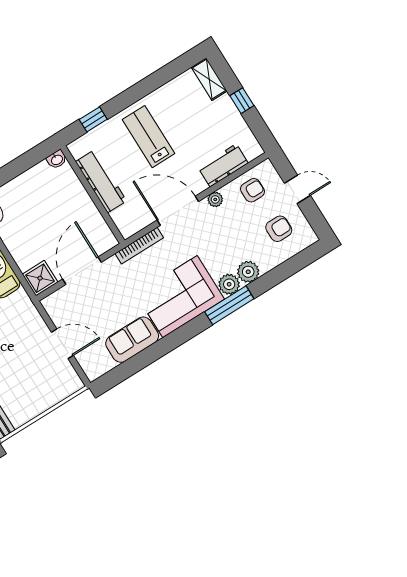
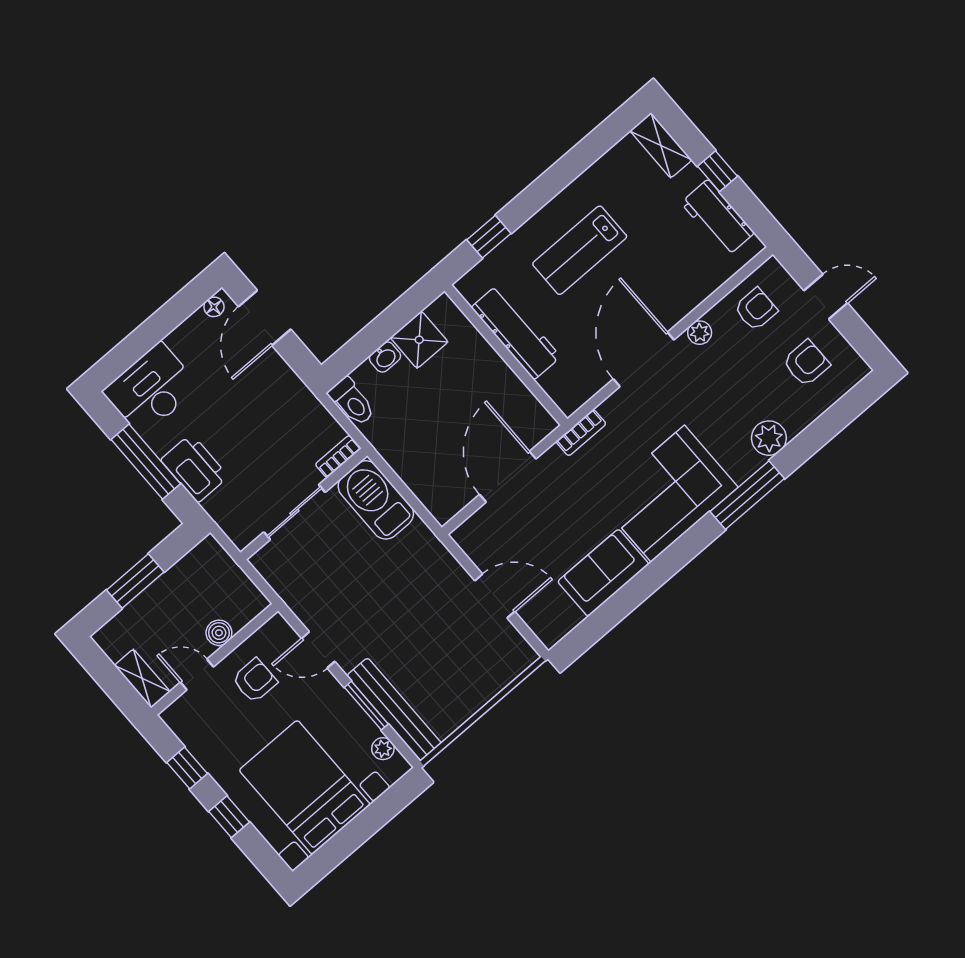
lab bench: (148, 137) -> (580, 250), turned -90
washbasin: (57, 159) -> (385, 357), moved
workbench: (223, 165) -> (718, 218), moved, turned -90
door: (178, 211) -> (644, 359), hinge flipped
bookcase: (139, 246) -> (581, 433), width x0.64
shower: (40, 278) -> (419, 340), moved
plant: (229, 284) -> (742, 462), removed

